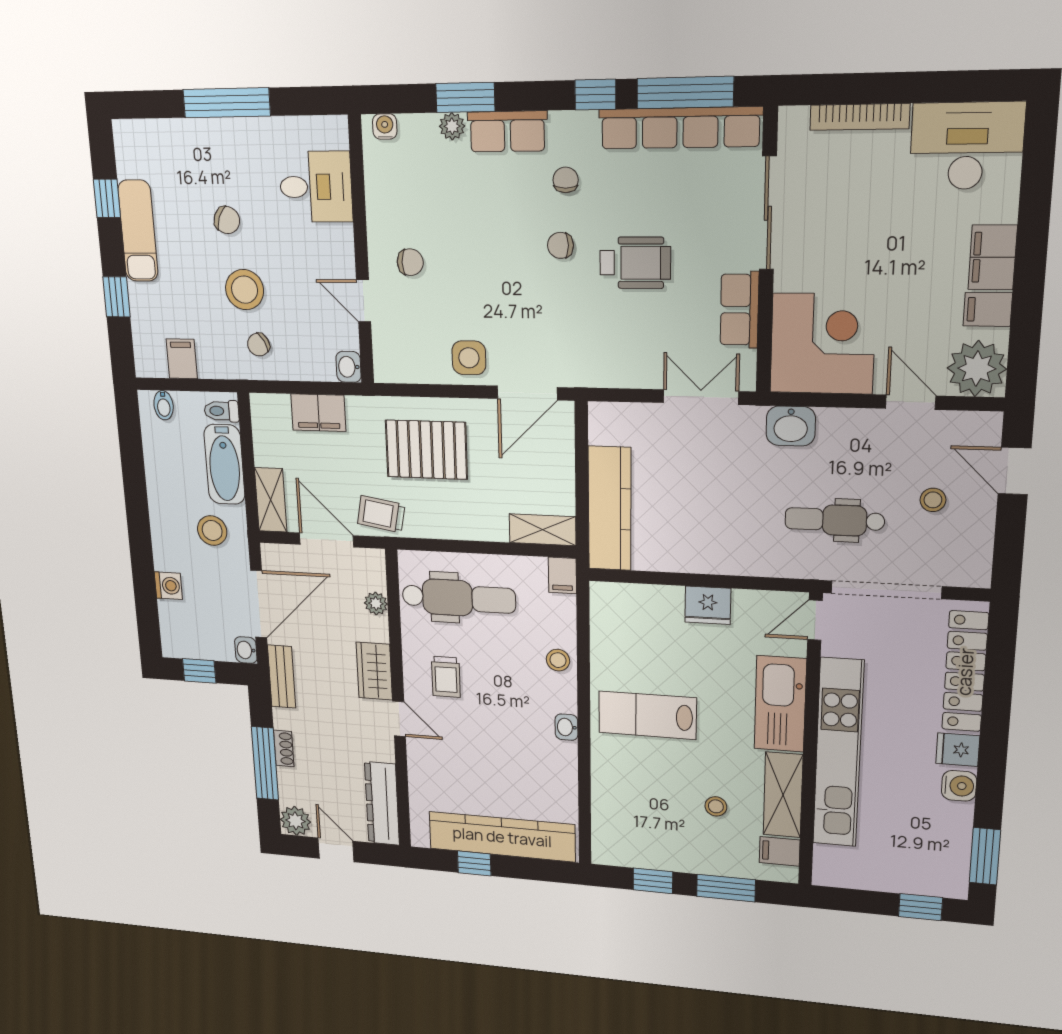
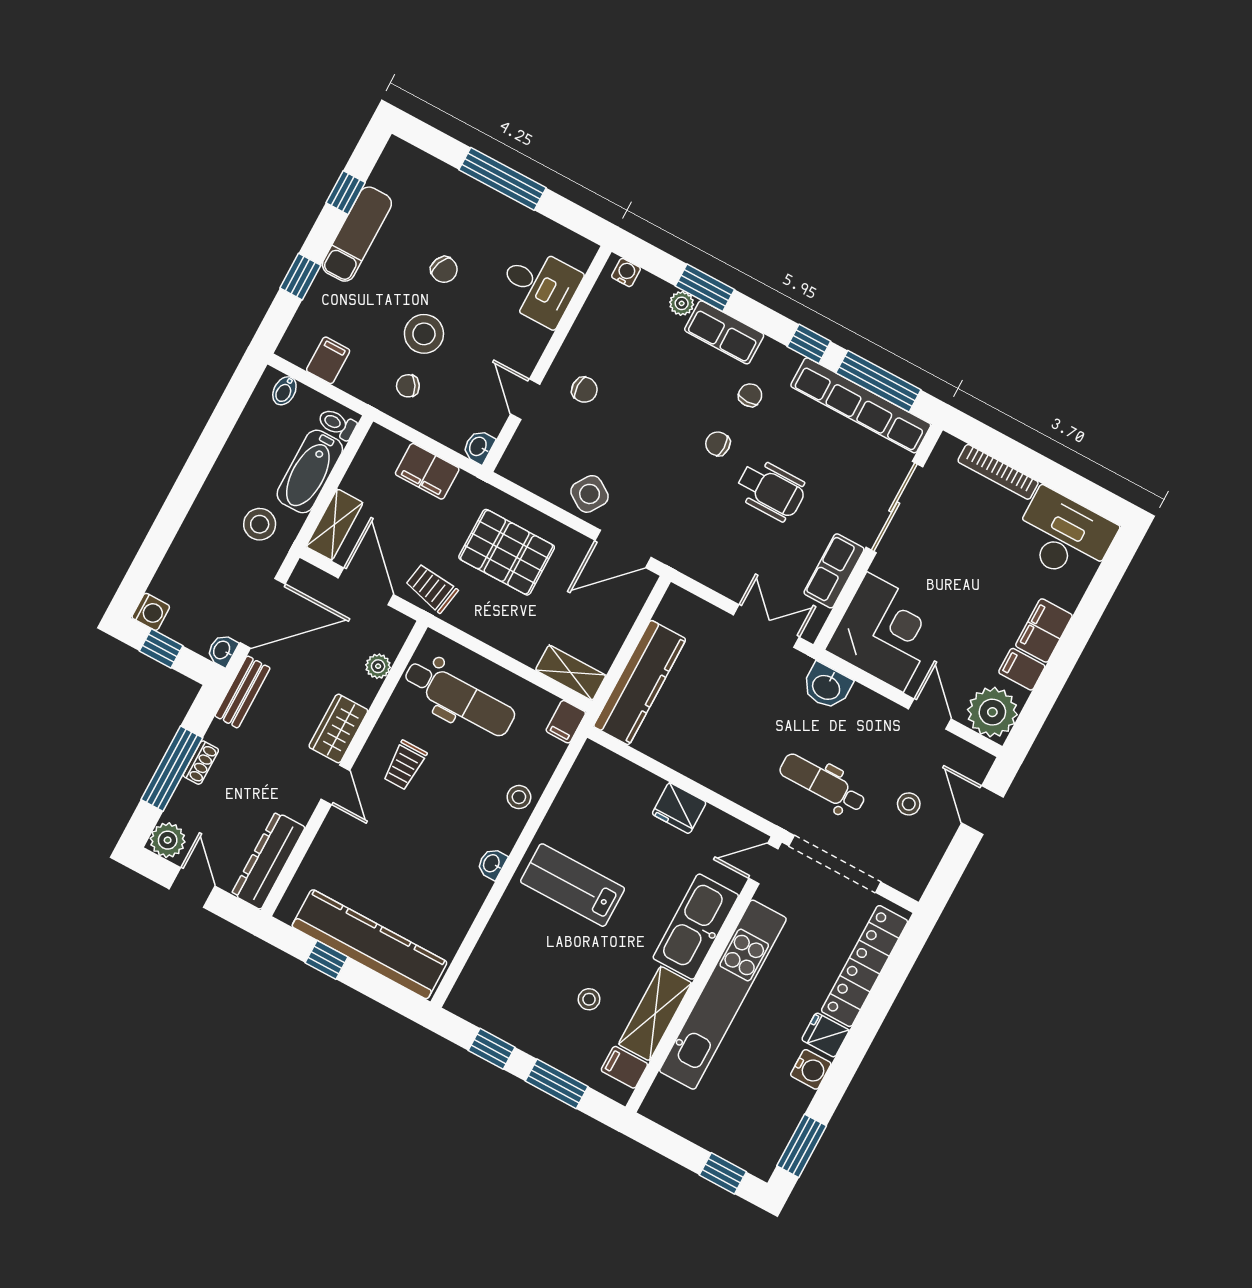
side table: (469, 358) -> (590, 494), turned 33
washing machine: (168, 586) -> (151, 612), moved

